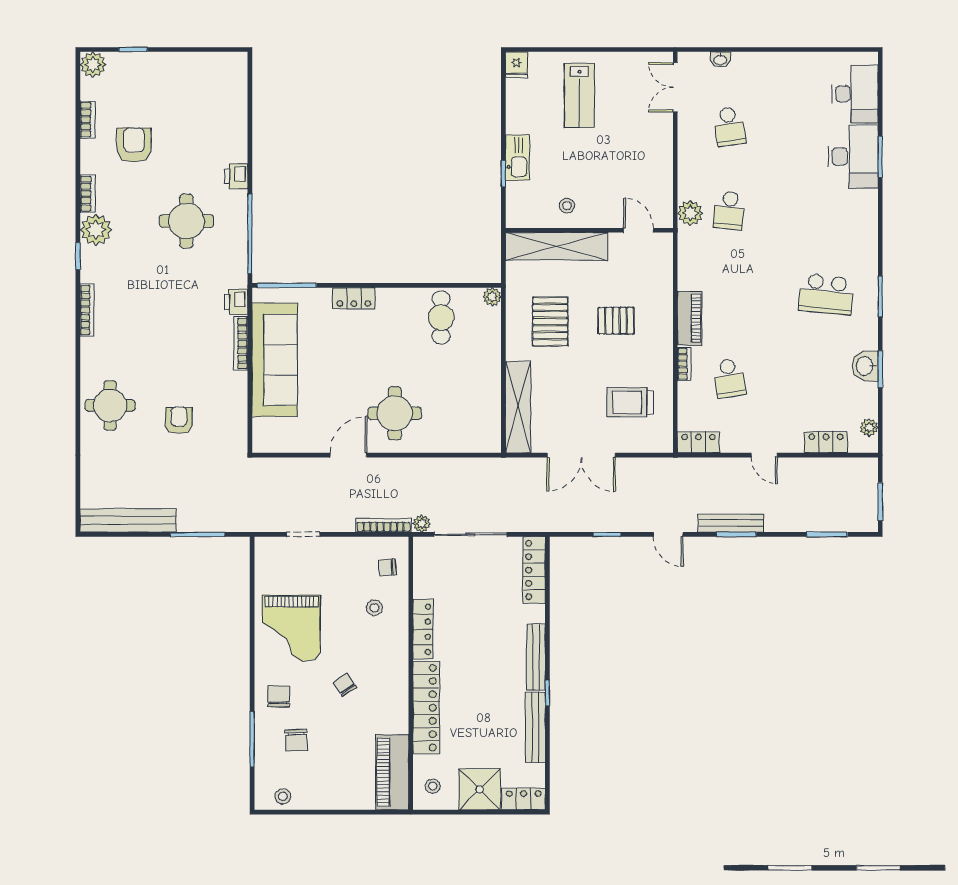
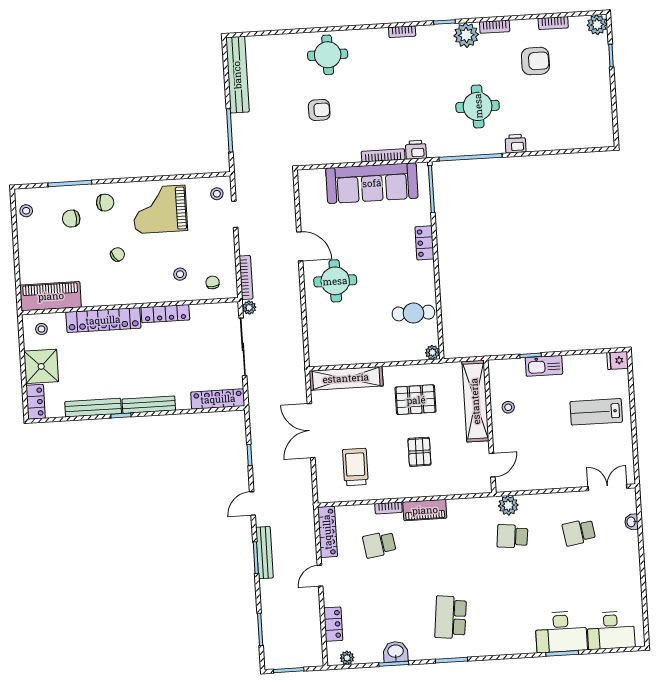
bookcase: (87, 310) -> (402, 32), width x0.64
locker: (698, 442) -> (327, 532), width x1.53
stool: (276, 555) -> (217, 194), added

